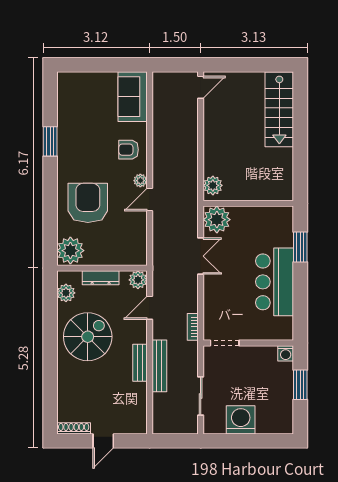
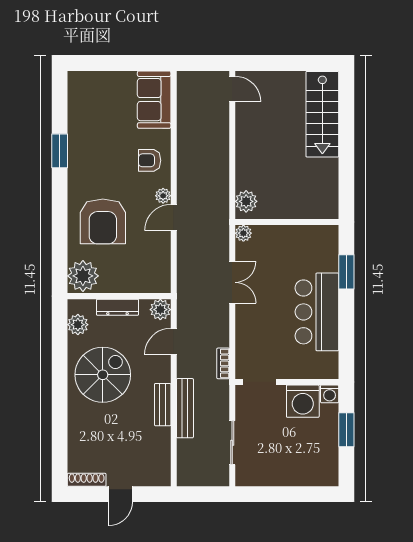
door: (201, 87) -> (232, 89), hinge flipped
armchair: (88, 203) -> (103, 221), turned 180
plant: (217, 220) -> (243, 233), width x0.53, depth x0.53
washing machine: (241, 420) -> (303, 401), moved, turned 180

